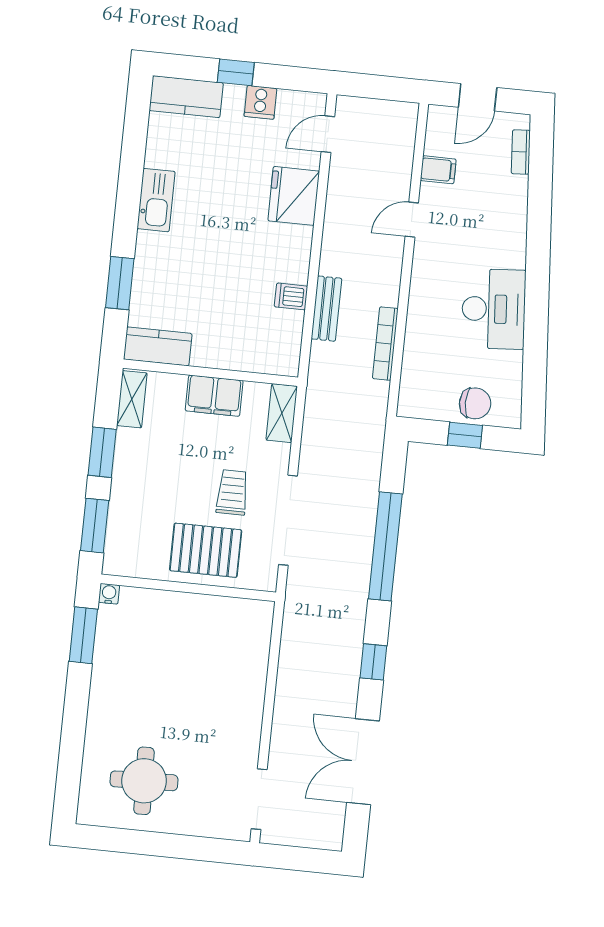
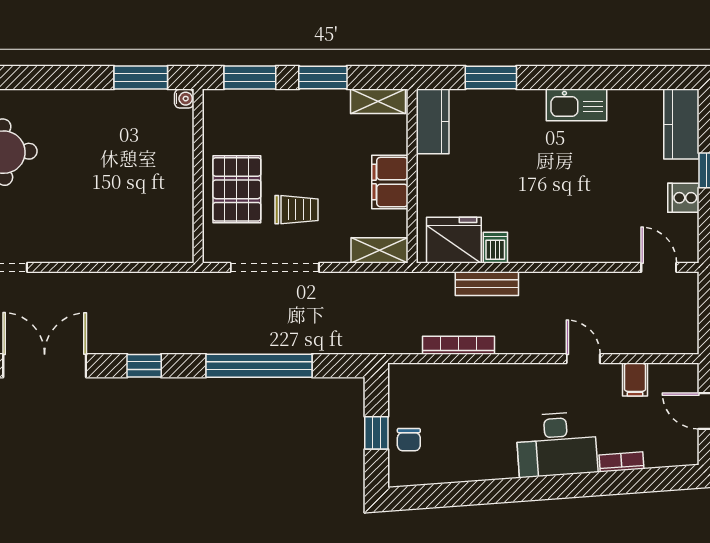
bookcase: (521, 152) -> (621, 462), moved
fridge: (294, 196) -> (454, 240), moved
desk: (494, 309) -> (557, 444), moved
chair: (475, 403) -> (409, 440), width x0.73, depth x0.73

